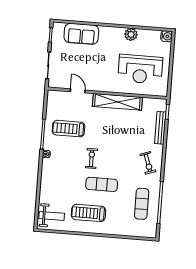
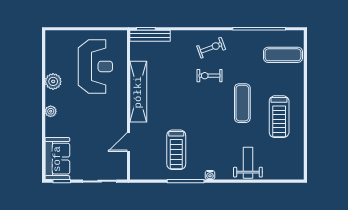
plant: (107, 31) -> (51, 111), added
sofa: (81, 34) -> (57, 159), moved
water cooler: (167, 36) -> (52, 37), removed
bench: (160, 128) -> (150, 36), moved
exercise bike: (92, 158) -> (209, 76), moved
exercise mat: (142, 204) -> (283, 55), moved
weight bench: (52, 216) -> (248, 163), moved

